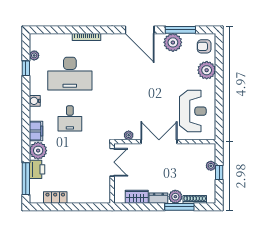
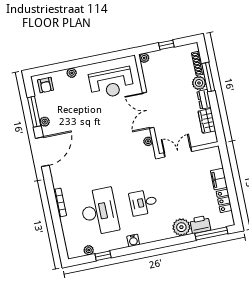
plant: (173, 42) -> (45, 122), width x0.53, depth x0.53
plant: (207, 70) -> (72, 73), width x0.53, depth x0.53
reception desk: (193, 111) -> (111, 83), turned 180
desk: (70, 118) -> (143, 202), turned 180
filing cabinet: (36, 131) -> (219, 179), moved, turned -90
plant: (211, 166) -> (144, 58), moved

